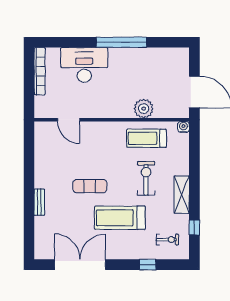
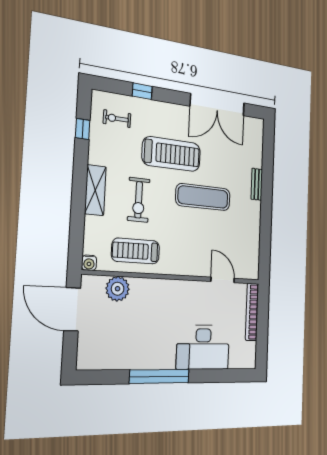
bookcase: (40, 71) -> (252, 312), moved
plant: (144, 109) -> (118, 289), moved
treadmill: (146, 138) -> (136, 251), turned 180
exercise mat: (90, 186) -> (203, 197), width x1.36, depth x1.45
shelving: (182, 195) -> (95, 190), moved

